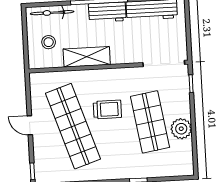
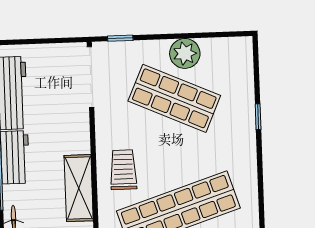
trolley: (107, 109) -> (123, 170), moved
shop shelf: (150, 122) -> (174, 98), turned 33

